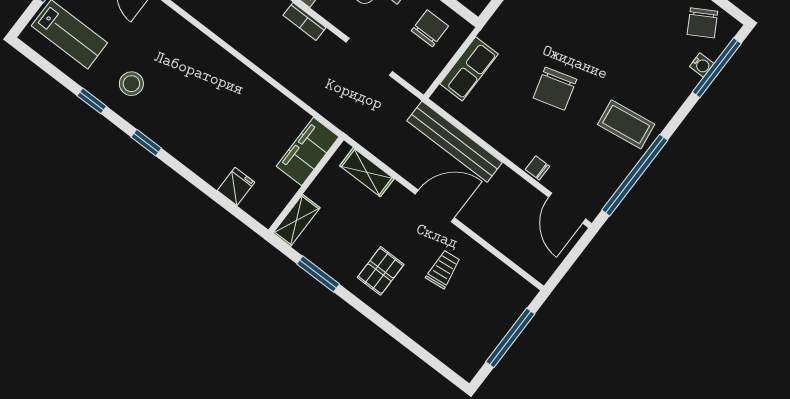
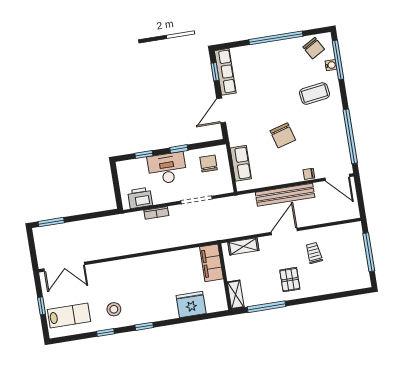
coffee table: (626, 124) -> (314, 94), moved
bench: (455, 142) -> (285, 195), moved
fridge: (236, 186) -> (191, 304), width x1.88, depth x1.34
window: (318, 274) -> (266, 307), width x1.44

